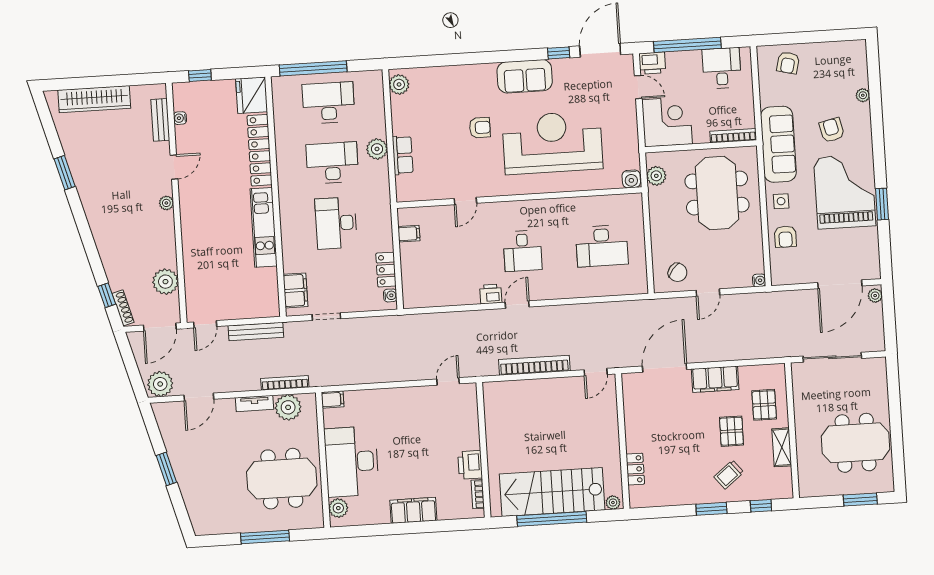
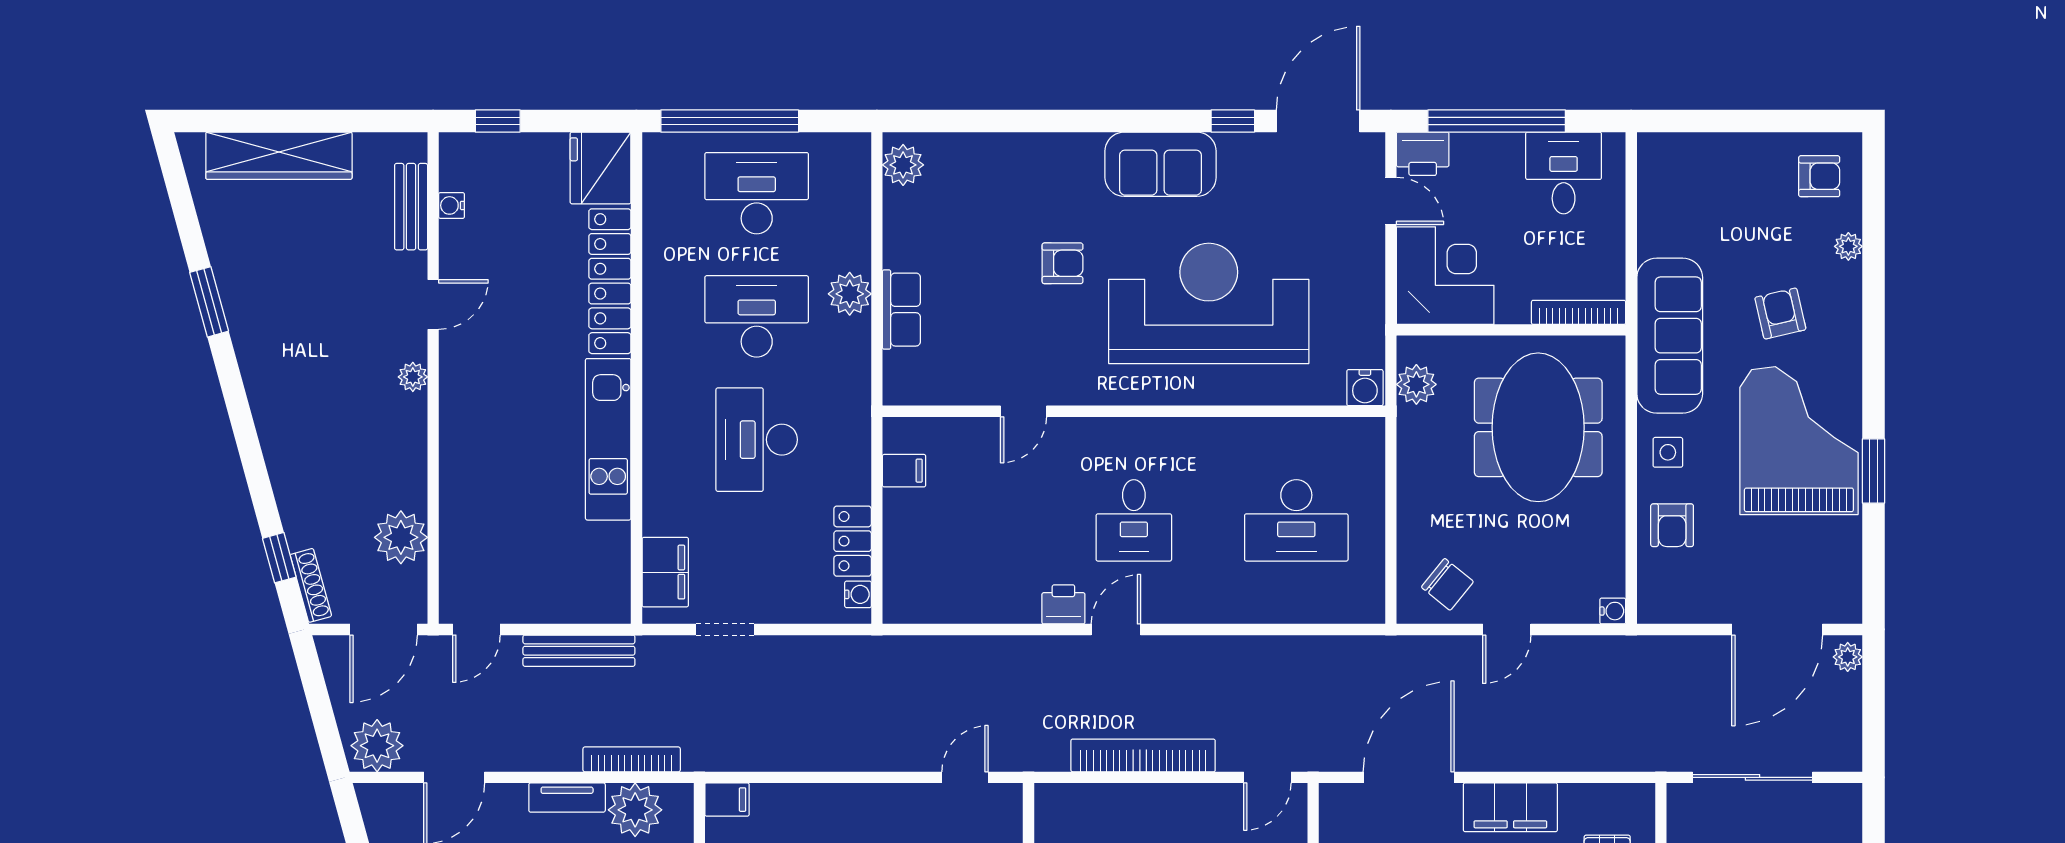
armchair: (788, 63) -> (1819, 176), moved, turned -104

